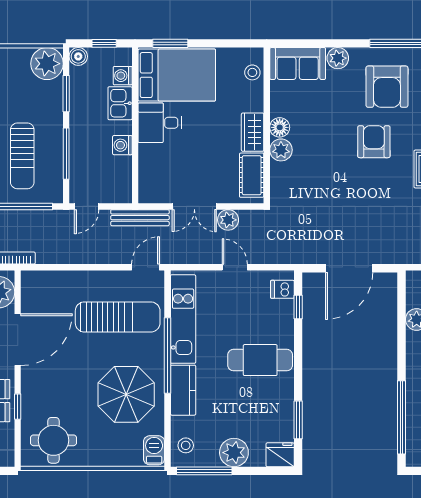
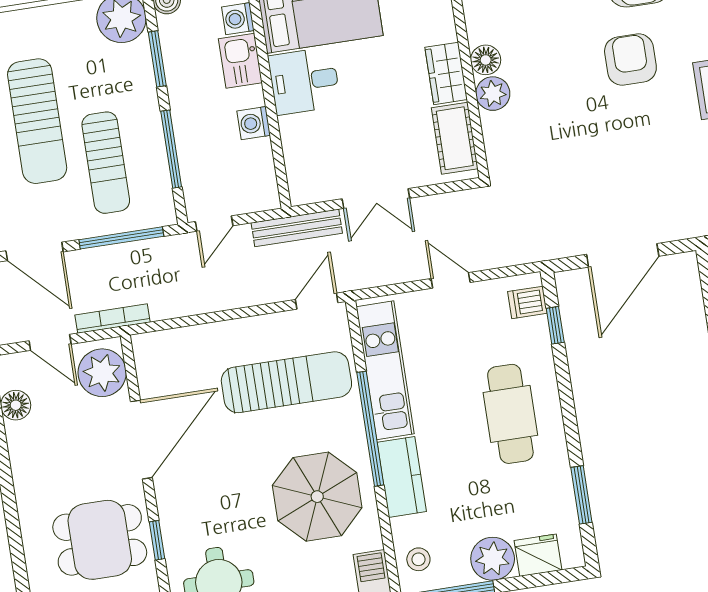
plant: (228, 220) -> (430, 211), removed
cafe table: (260, 360) -> (510, 414), turned 90
fridge: (280, 455) -> (538, 555), moved

